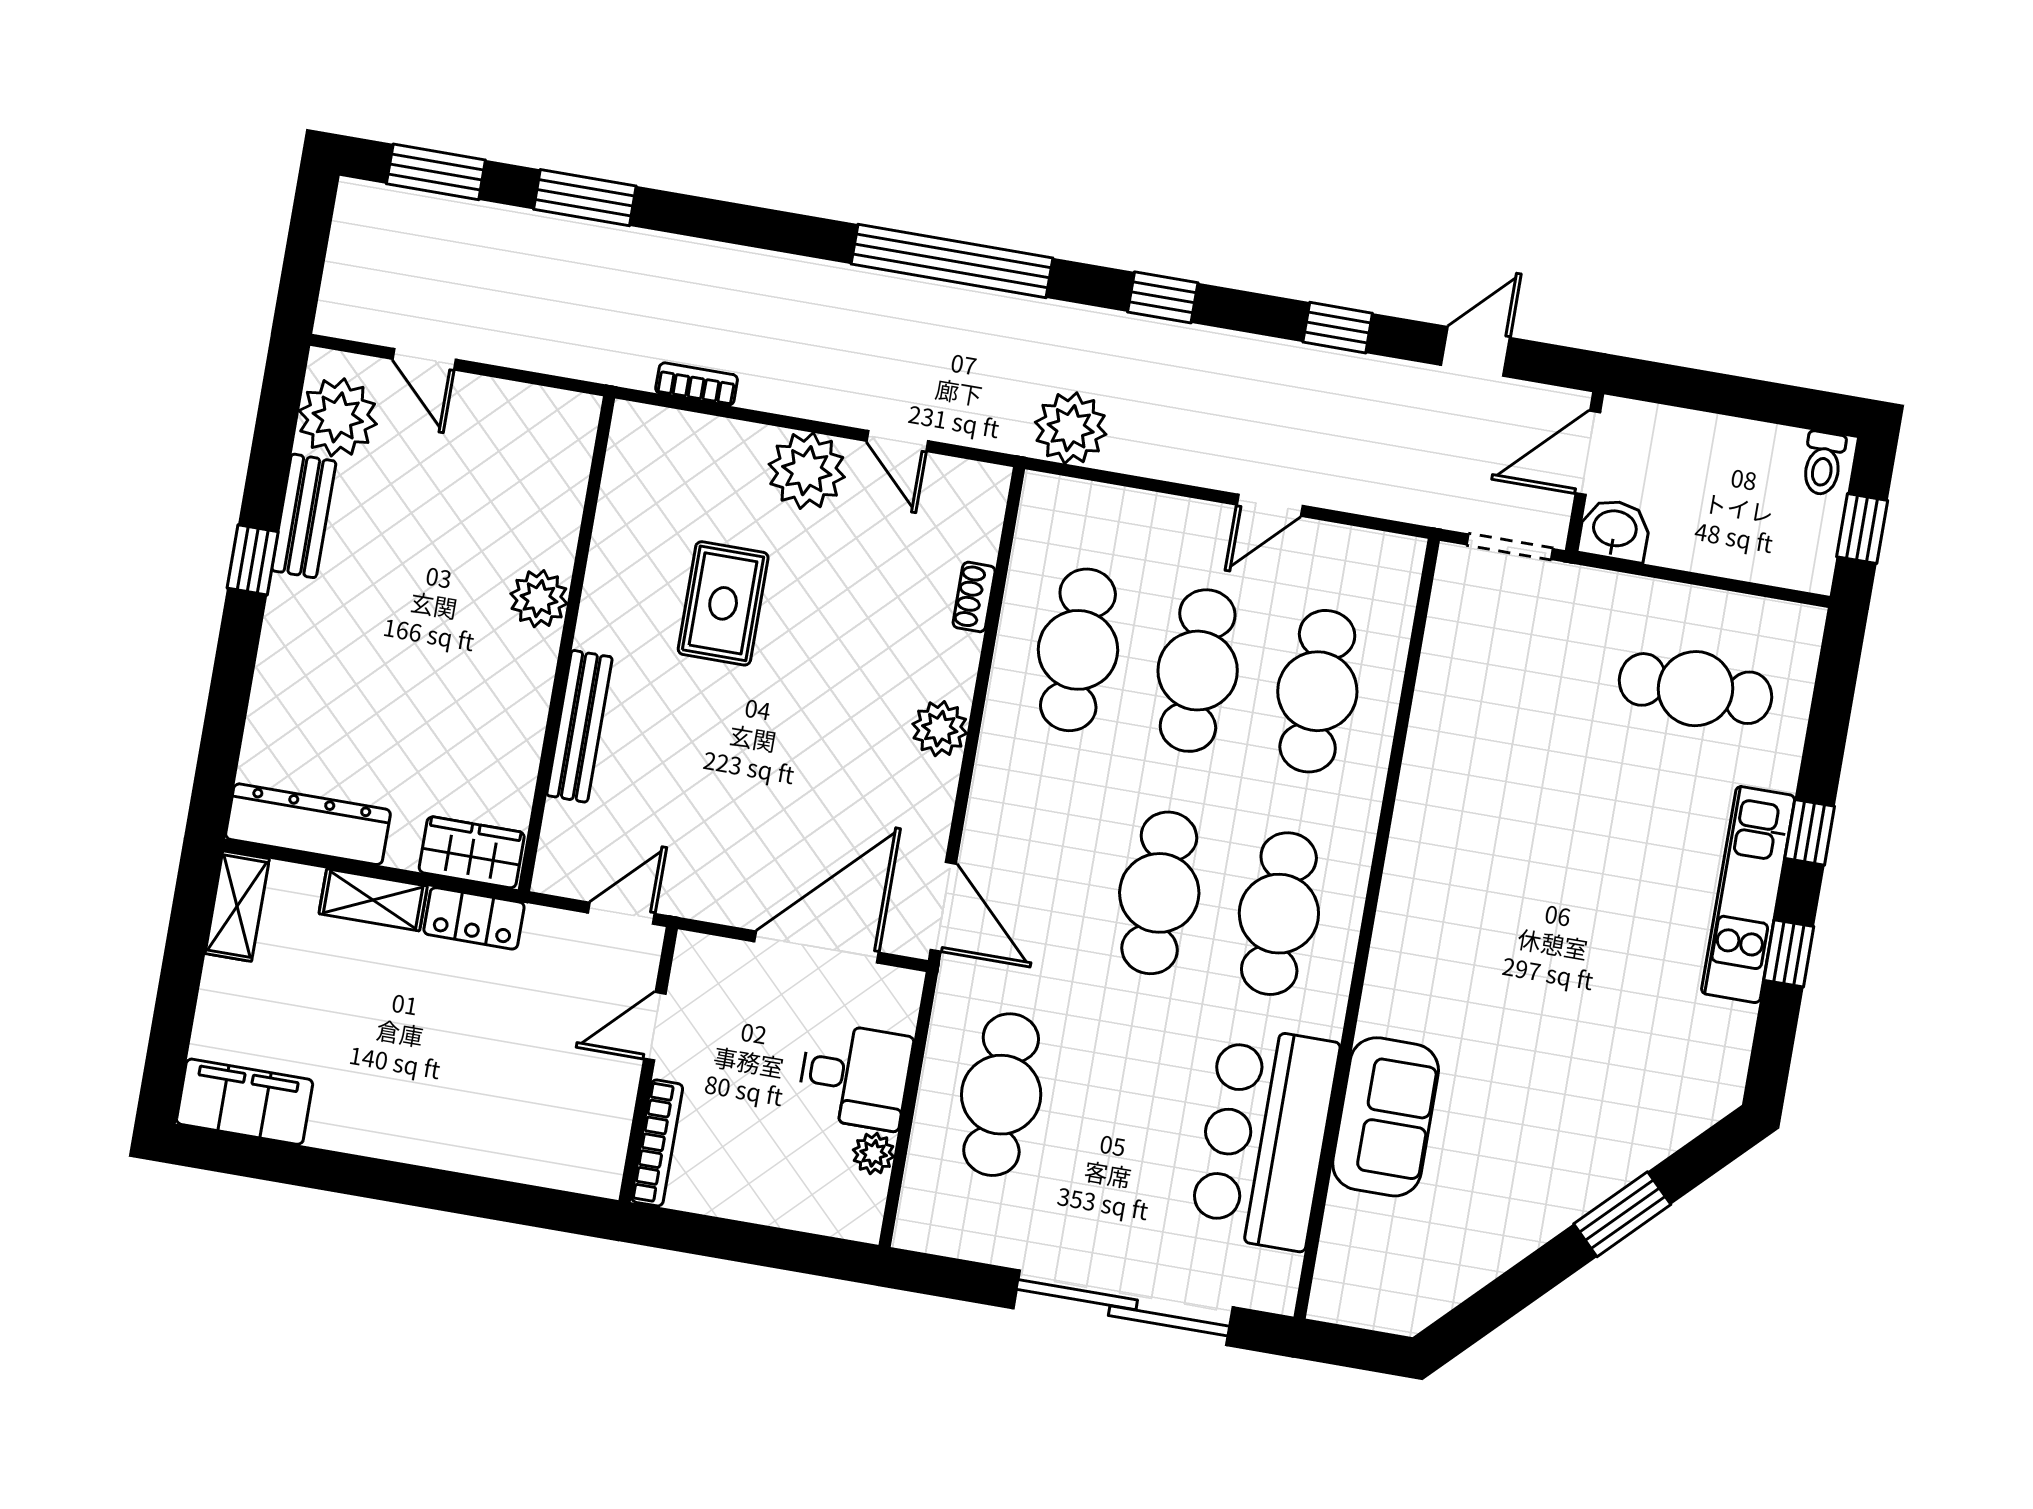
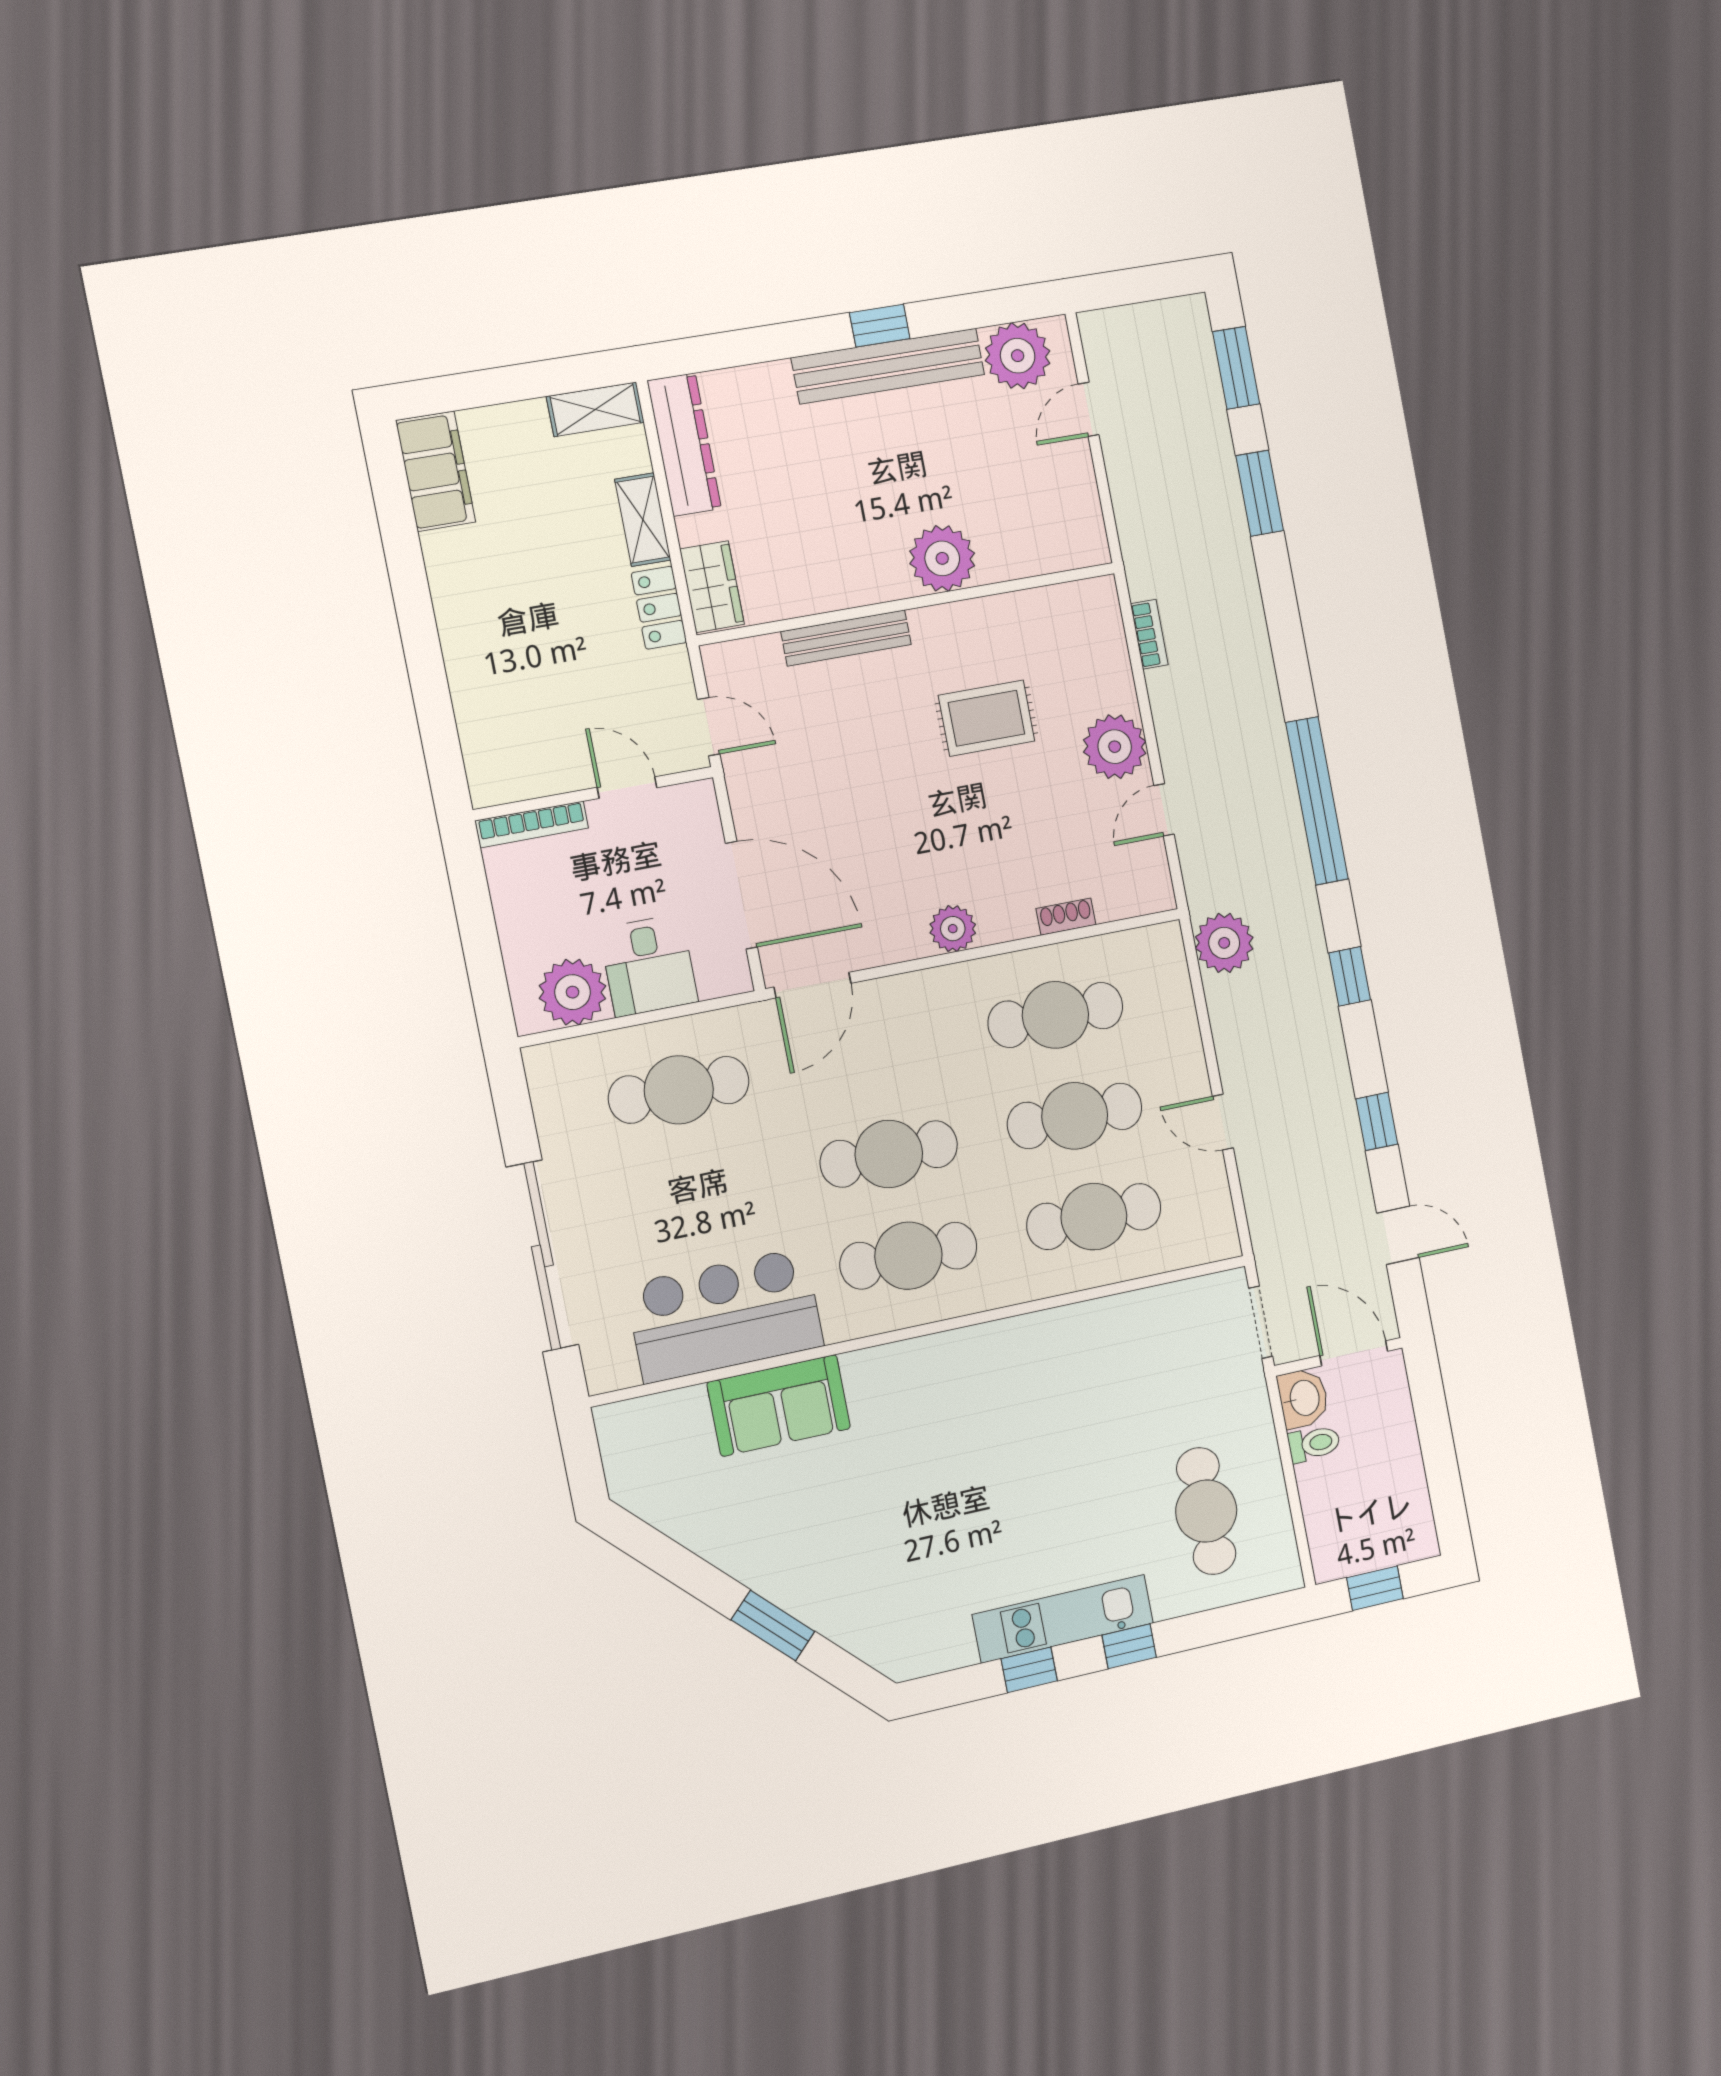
toilet: (1823, 463) -> (1314, 1444), moved, turned 180
bench: (304, 516) -> (888, 366), width x1.86, depth x1.21
plant: (539, 599) -> (942, 558), width x1.36, depth x1.36
plant: (874, 1153) -> (573, 992), width x1.87, depth x1.87

